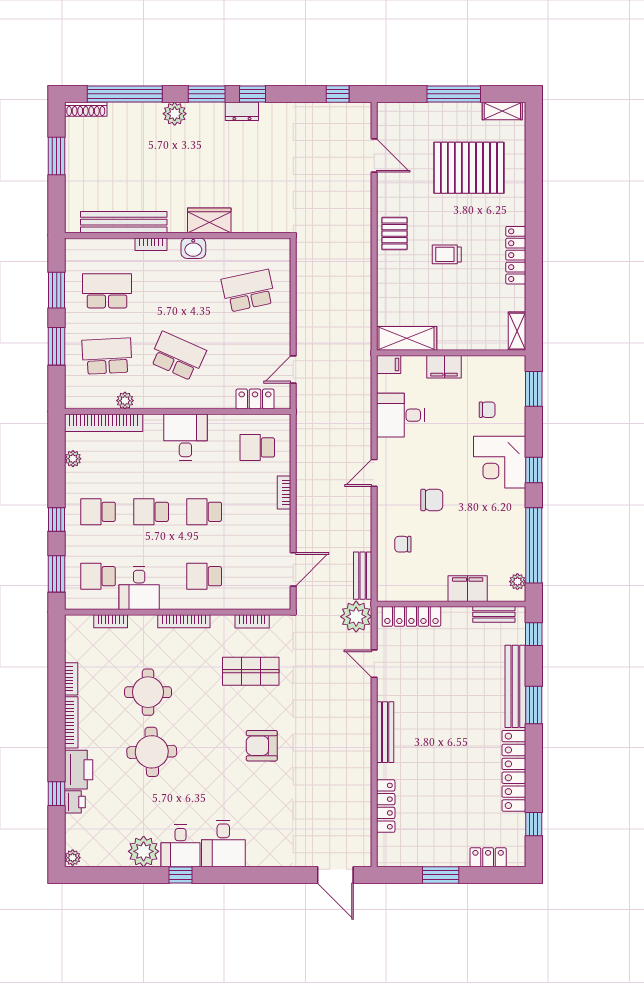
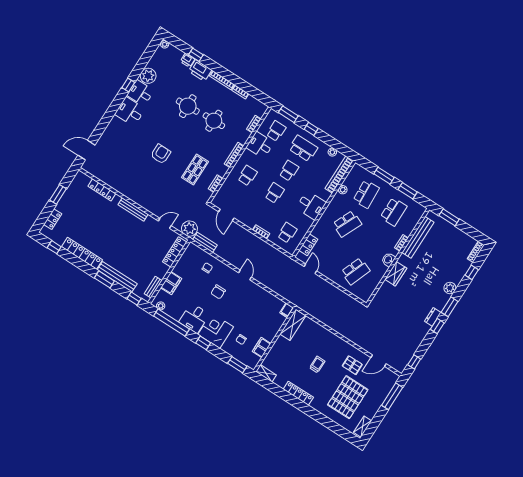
window: (125, 94) -> (472, 272), width x0.32
window: (454, 94) -> (392, 396), moved
window: (57, 156) -> (449, 217), moved
pallet: (395, 234) -> (352, 365), moved
school desk: (248, 291) -> (356, 271), turned 33
filing cabinet: (444, 367) -> (262, 347), moved
desk: (400, 415) -> (194, 318), moved, turned 180
school desk: (98, 512) -> (303, 148), width x1.85

